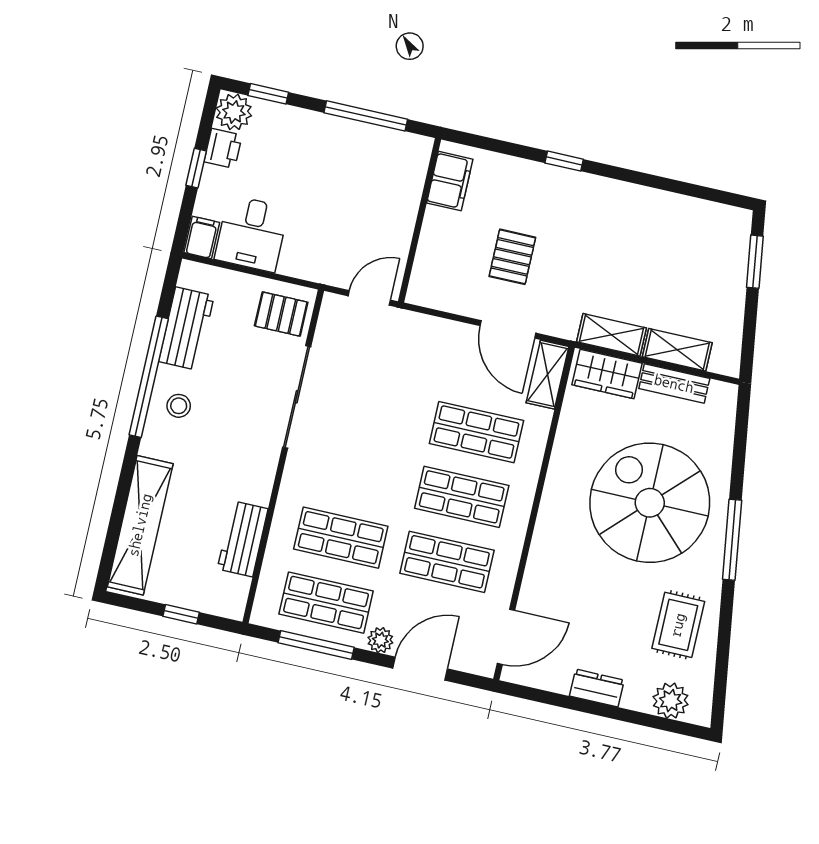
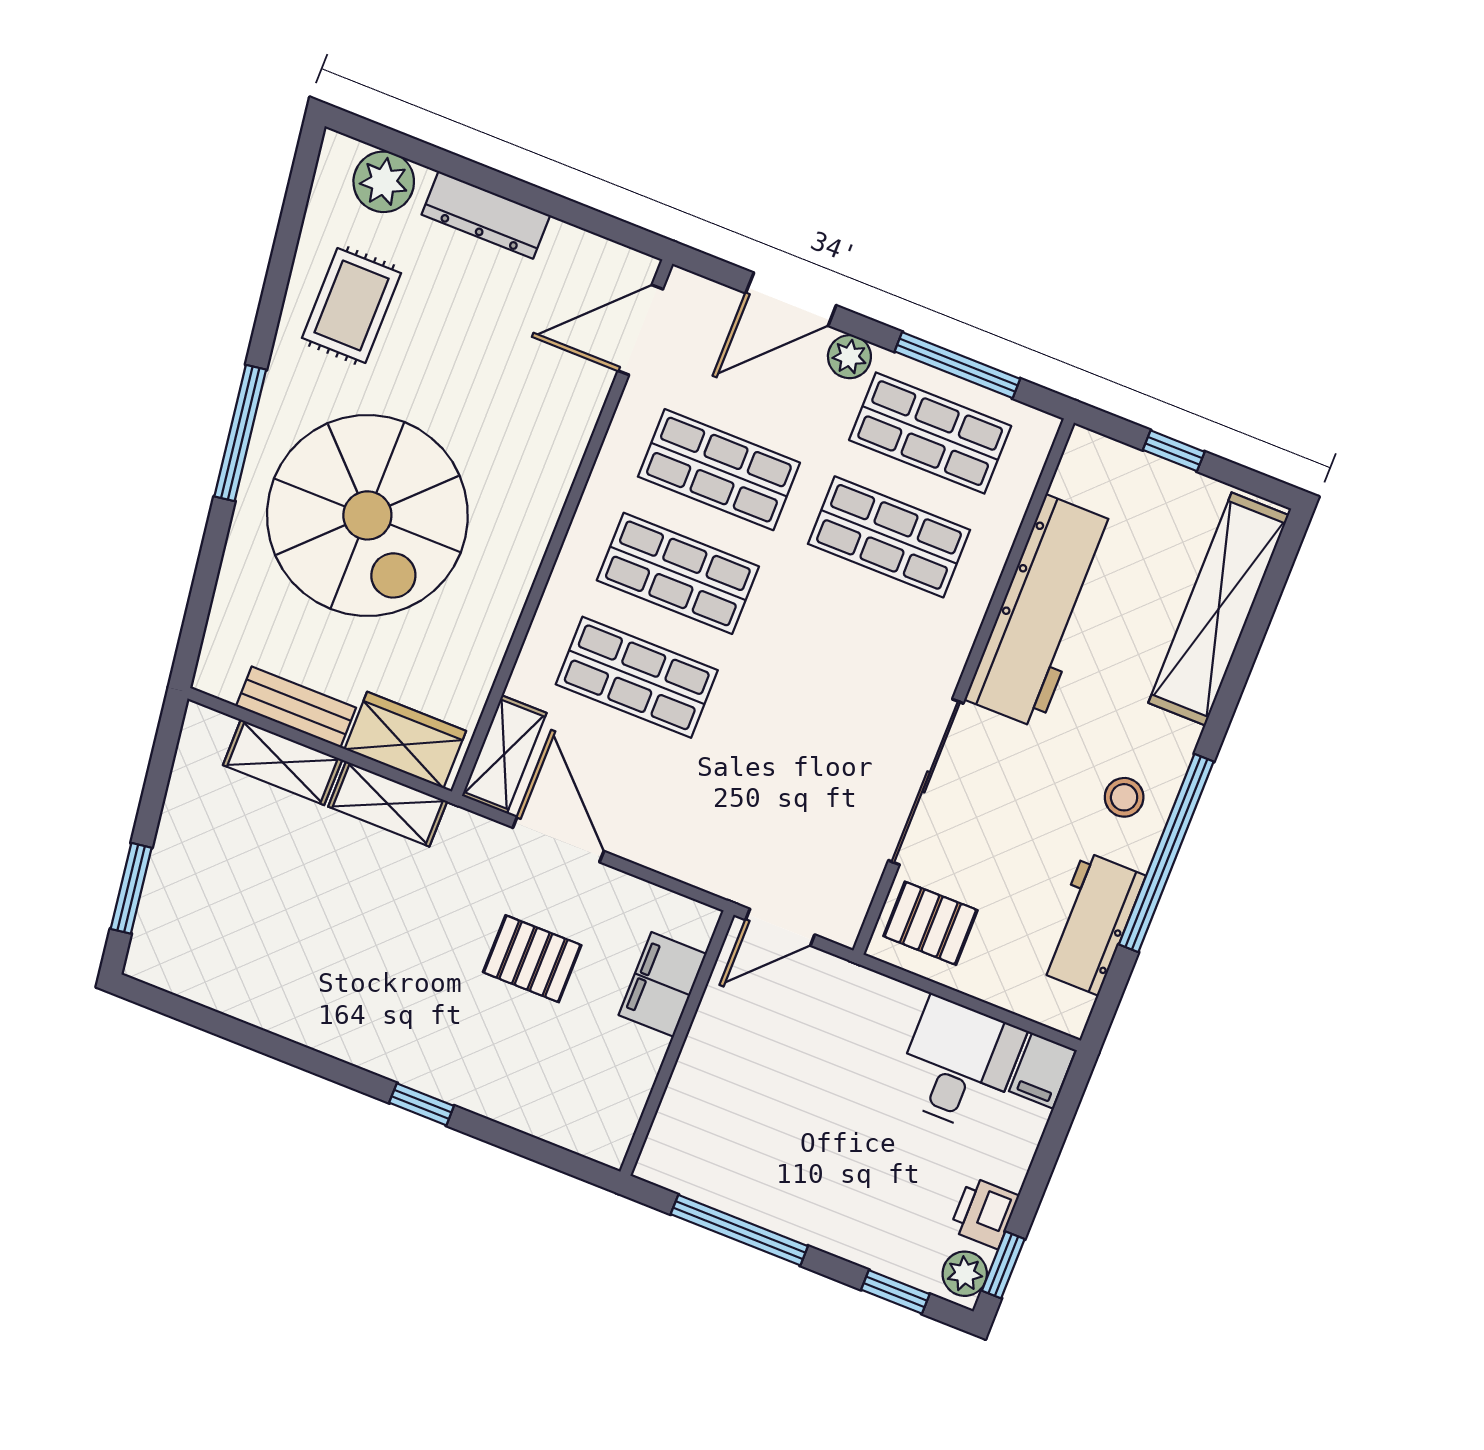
plant: (234, 112) -> (965, 1274), width x0.73, depth x0.73
window: (196, 168) -> (1003, 1265), moved
filing cabinet: (450, 181) -> (663, 984), moved
pallet: (512, 257) -> (532, 959), turned 90
workbench: (243, 539) -> (1042, 612), width x1.87, depth x1.32
dresser: (597, 688) -> (486, 215), width x1.44

